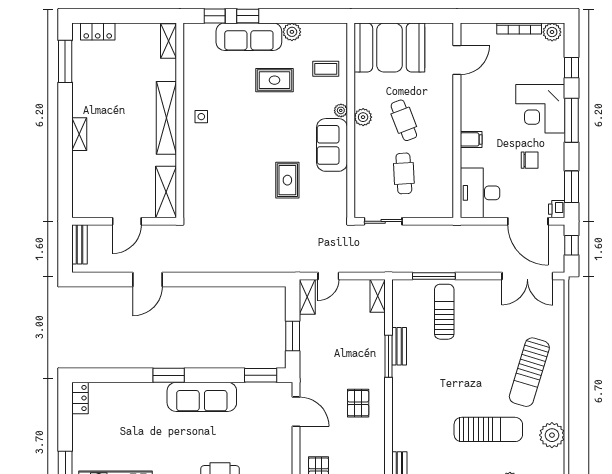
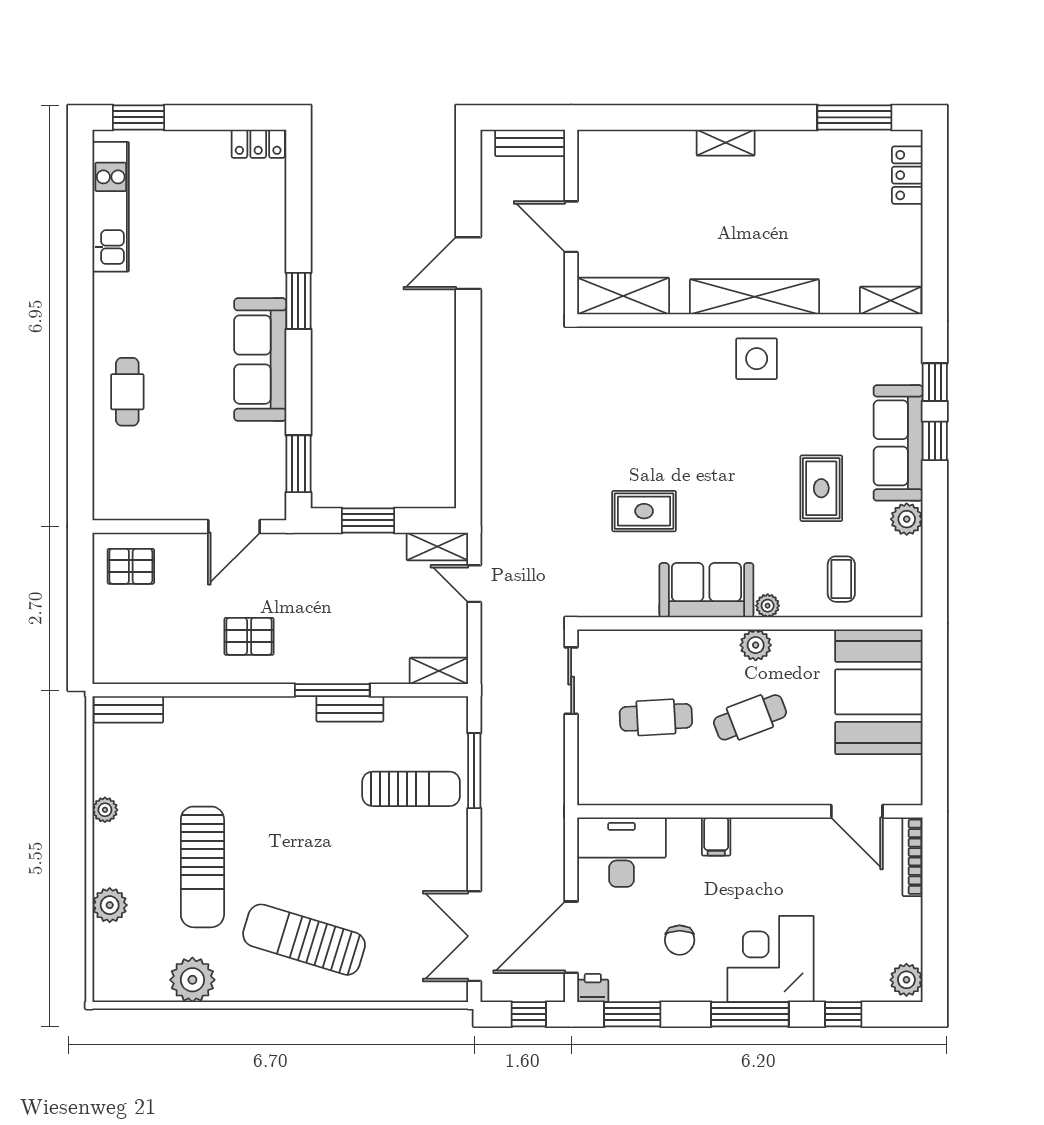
bookcase: (519, 29) -> (913, 857), moved
side table: (201, 117) -> (757, 359), width x1.87, depth x1.87
door: (147, 279) -> (468, 263), hinge flipped

